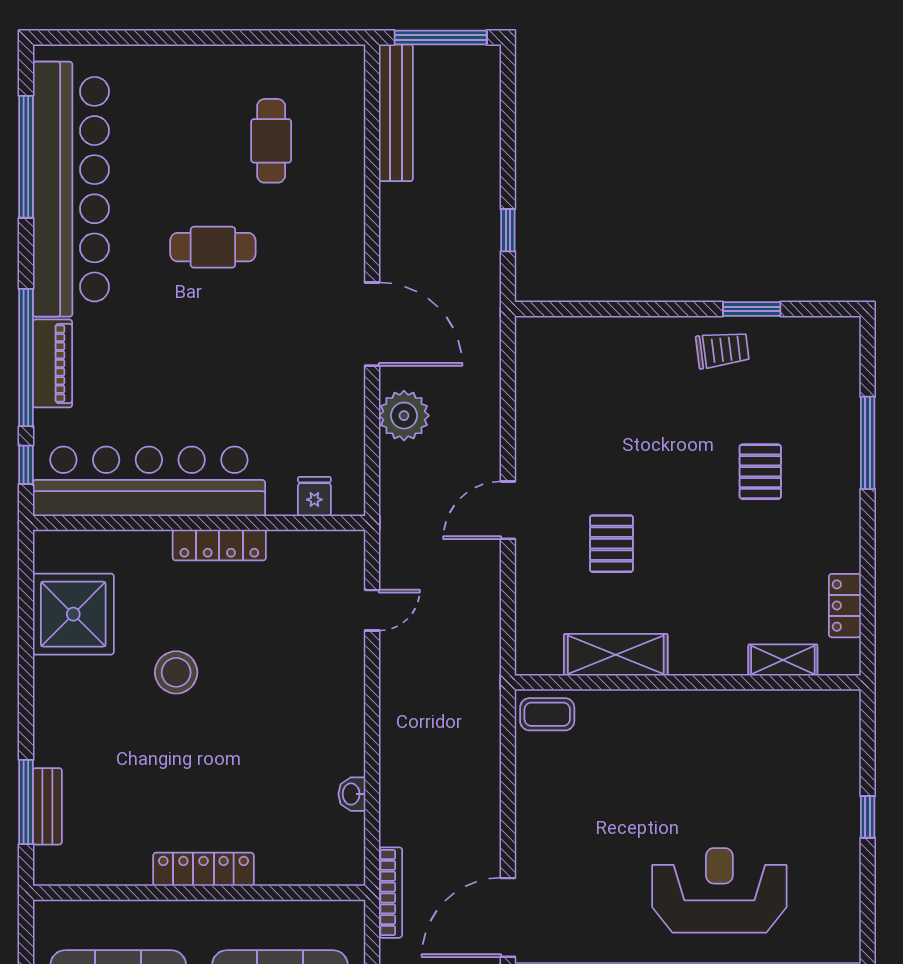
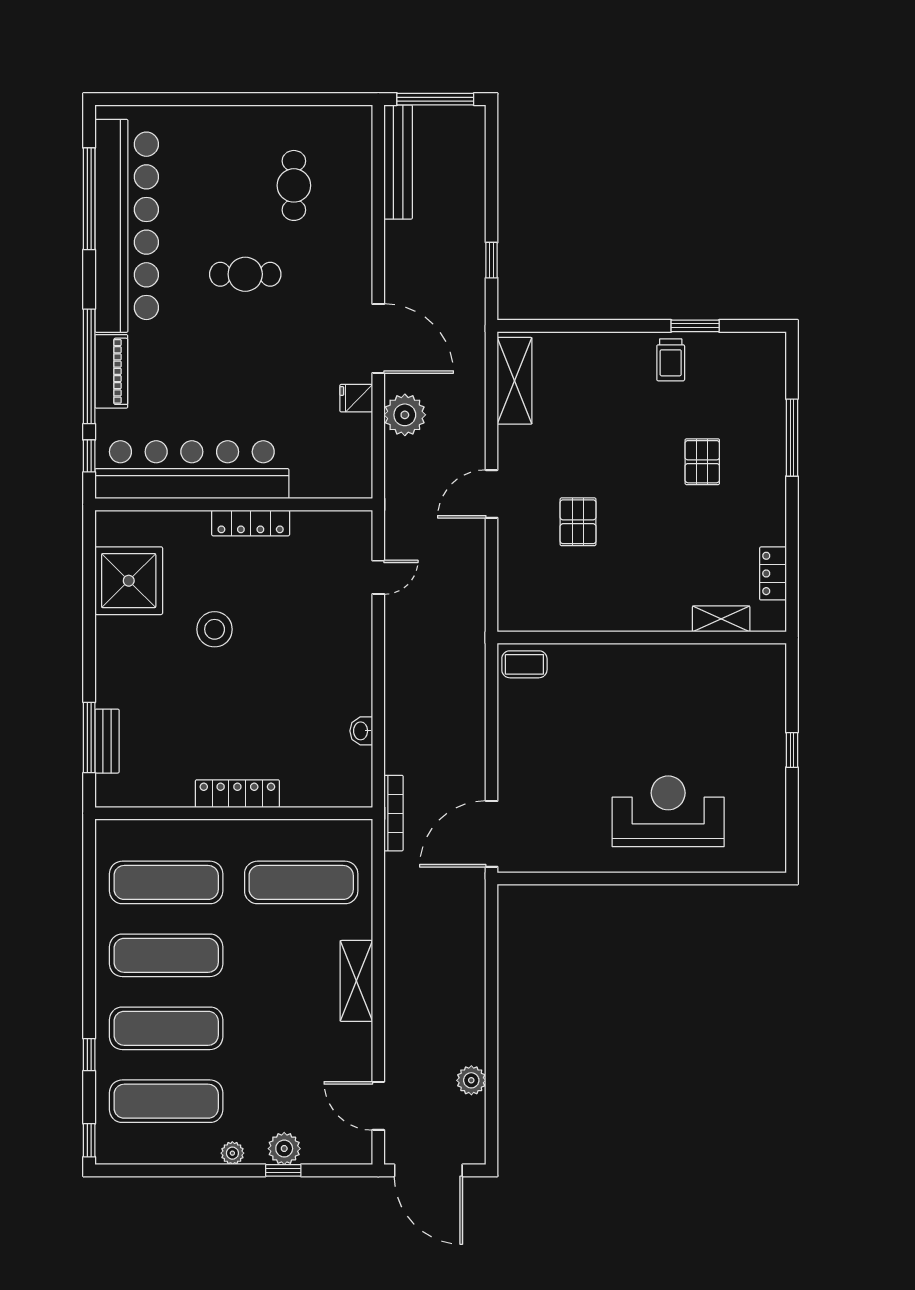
trolley: (722, 350) -> (671, 360), turned 97
fridge: (314, 496) -> (356, 398), moved, turned -90
shelving: (616, 655) -> (515, 381), moved, turned 90

